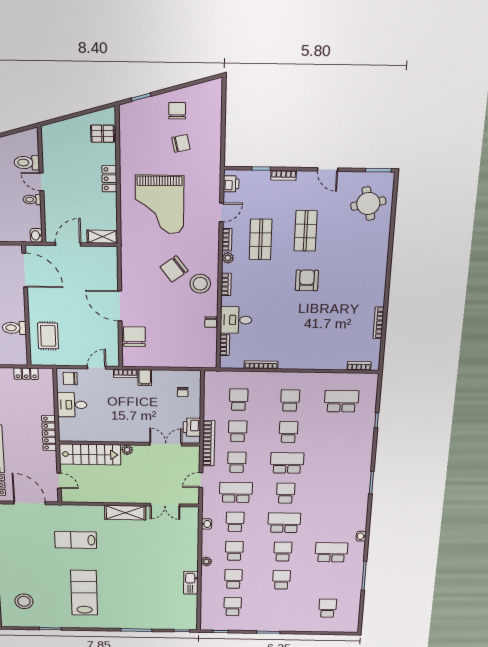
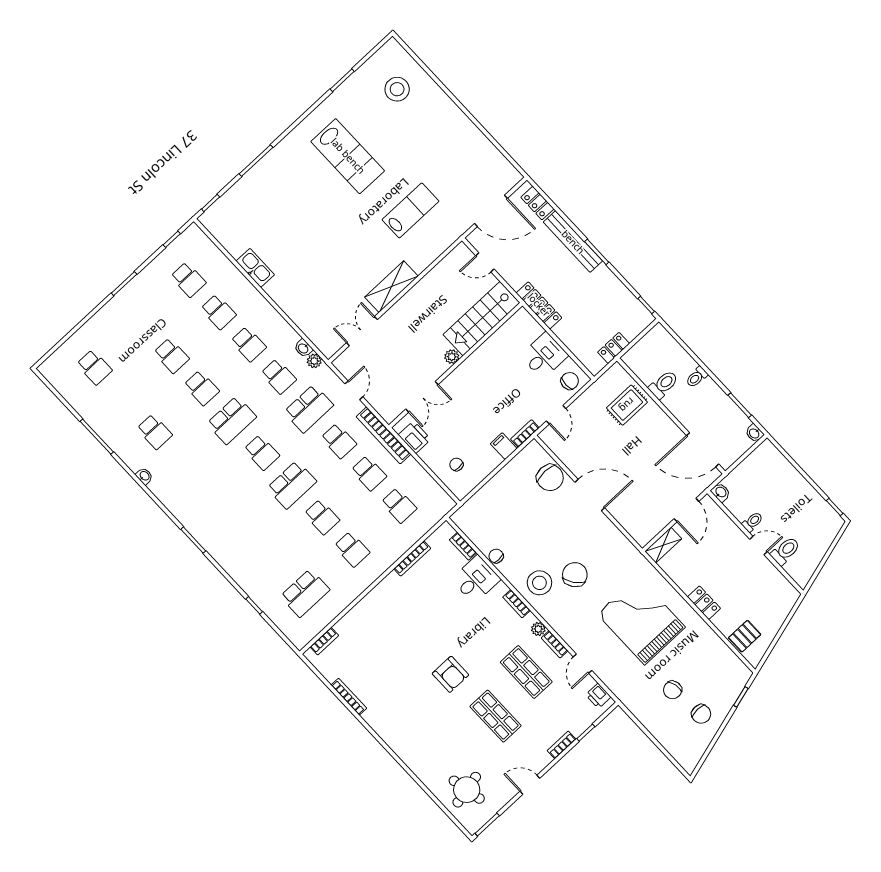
rug: (48, 336) -> (627, 405), turned 90
school desk: (331, 552) -> (155, 432), width x0.54
plant: (206, 562) -> (314, 361), moved

